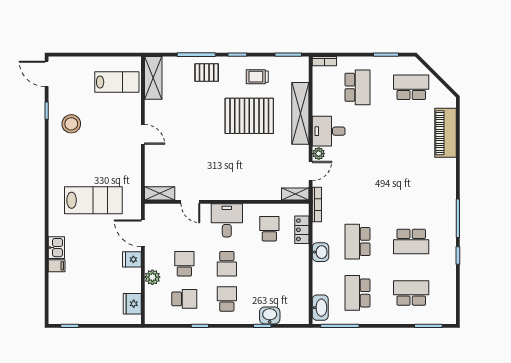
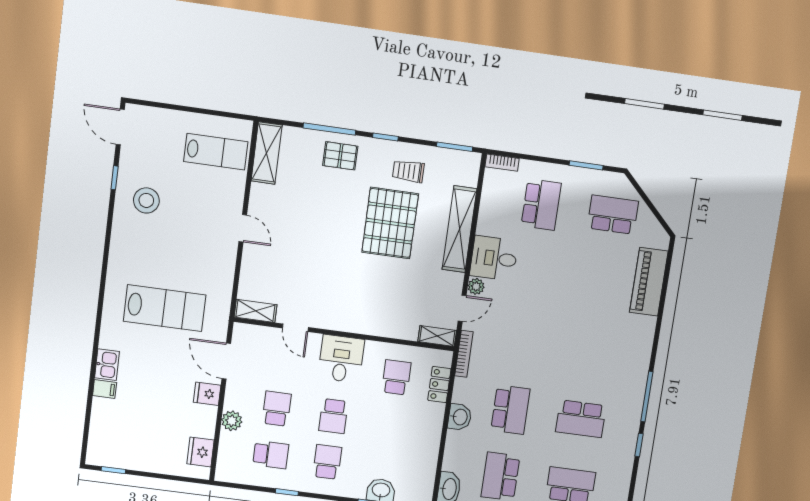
pallet: (249, 116) -> (390, 223), turned 90
school desk: (357, 242) -> (510, 410), turned 180

